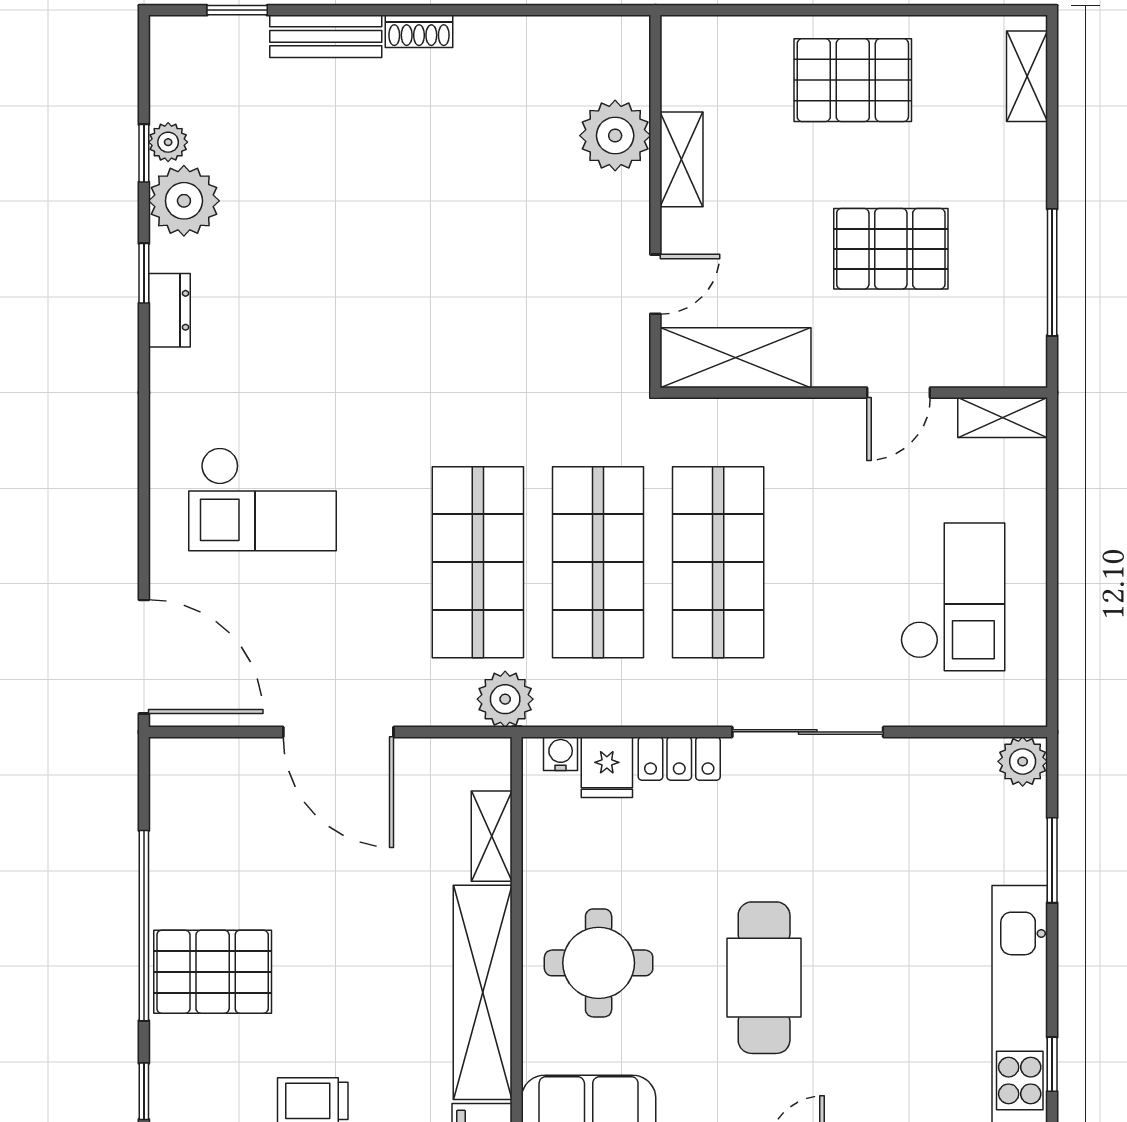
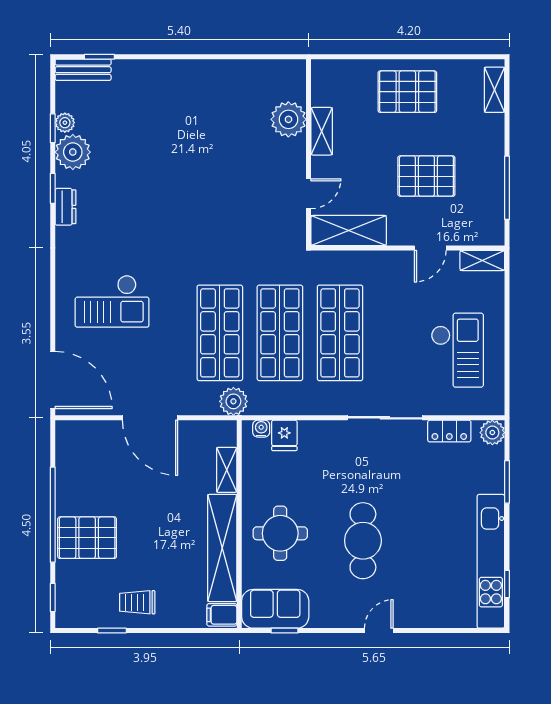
shoe rack: (419, 31) -> (190, 67), removed
bench: (326, 36) -> (83, 70), moved
locker: (679, 759) -> (449, 431), moved

